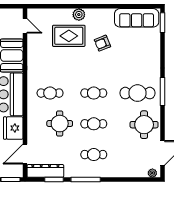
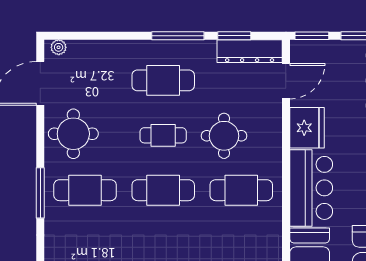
cafe table: (50, 93) -> (241, 190), width x1.37, depth x1.35
cafe table: (94, 93) -> (163, 190), width x1.37, depth x1.35
cafe table: (94, 155) -> (163, 80), width x1.37, depth x1.35

